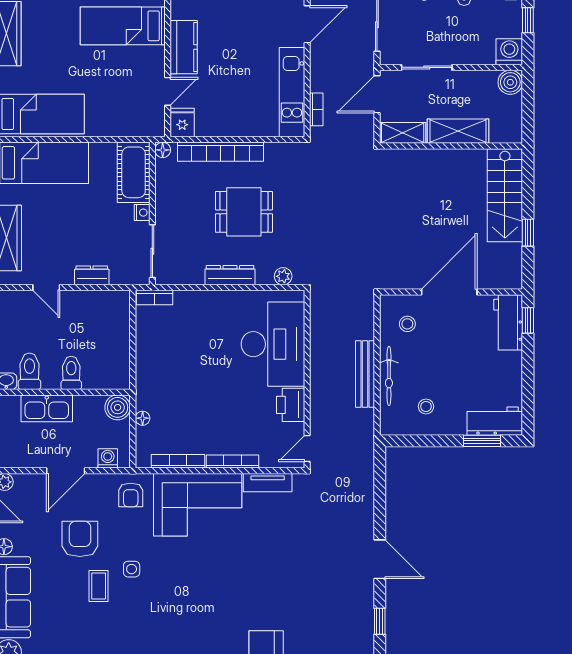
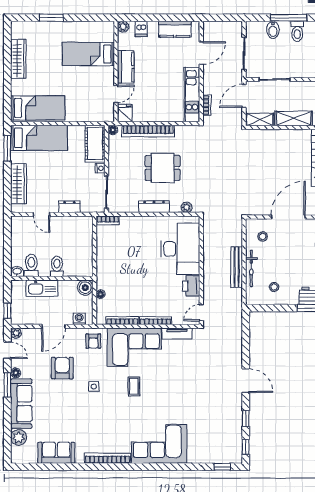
coffee table: (99, 586) -> (134, 386), moved

